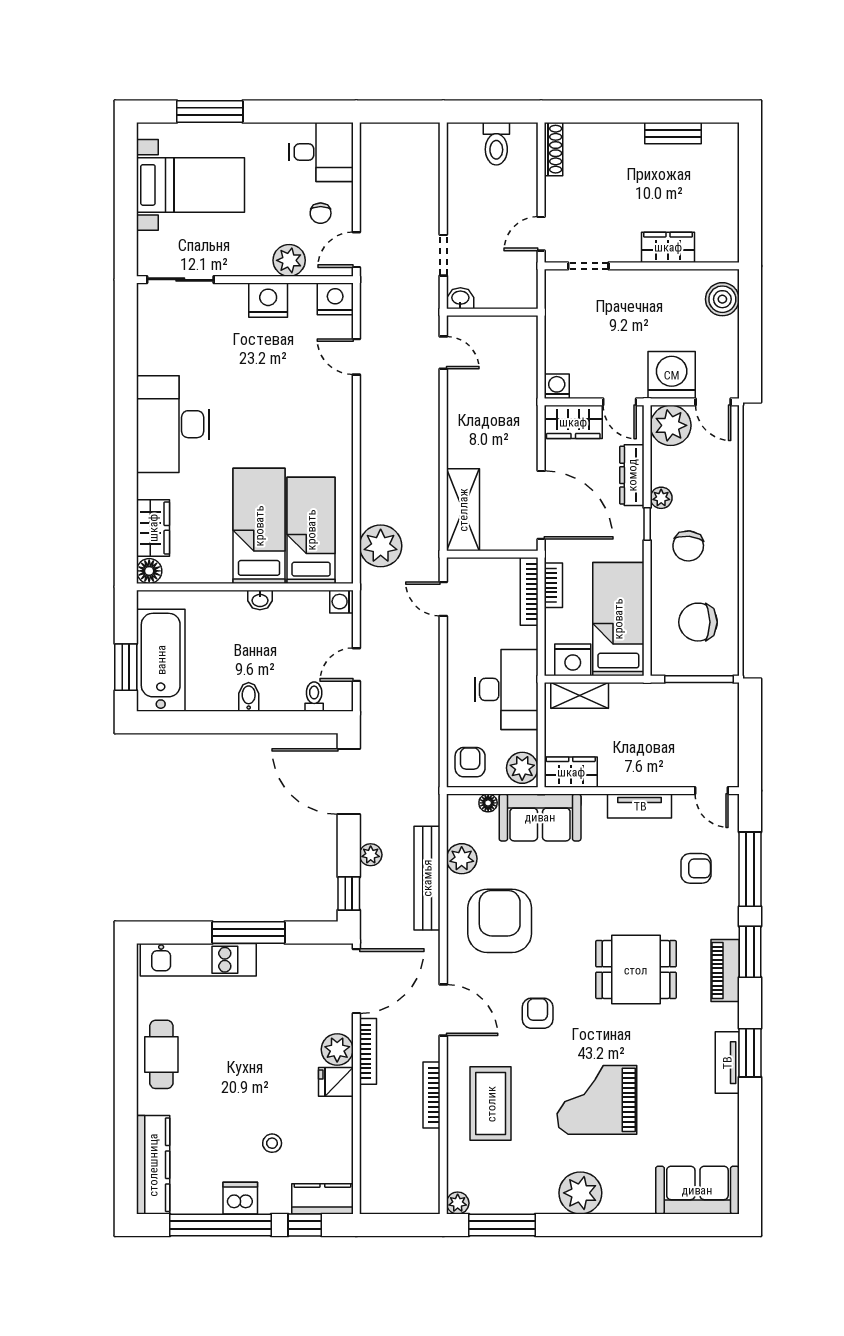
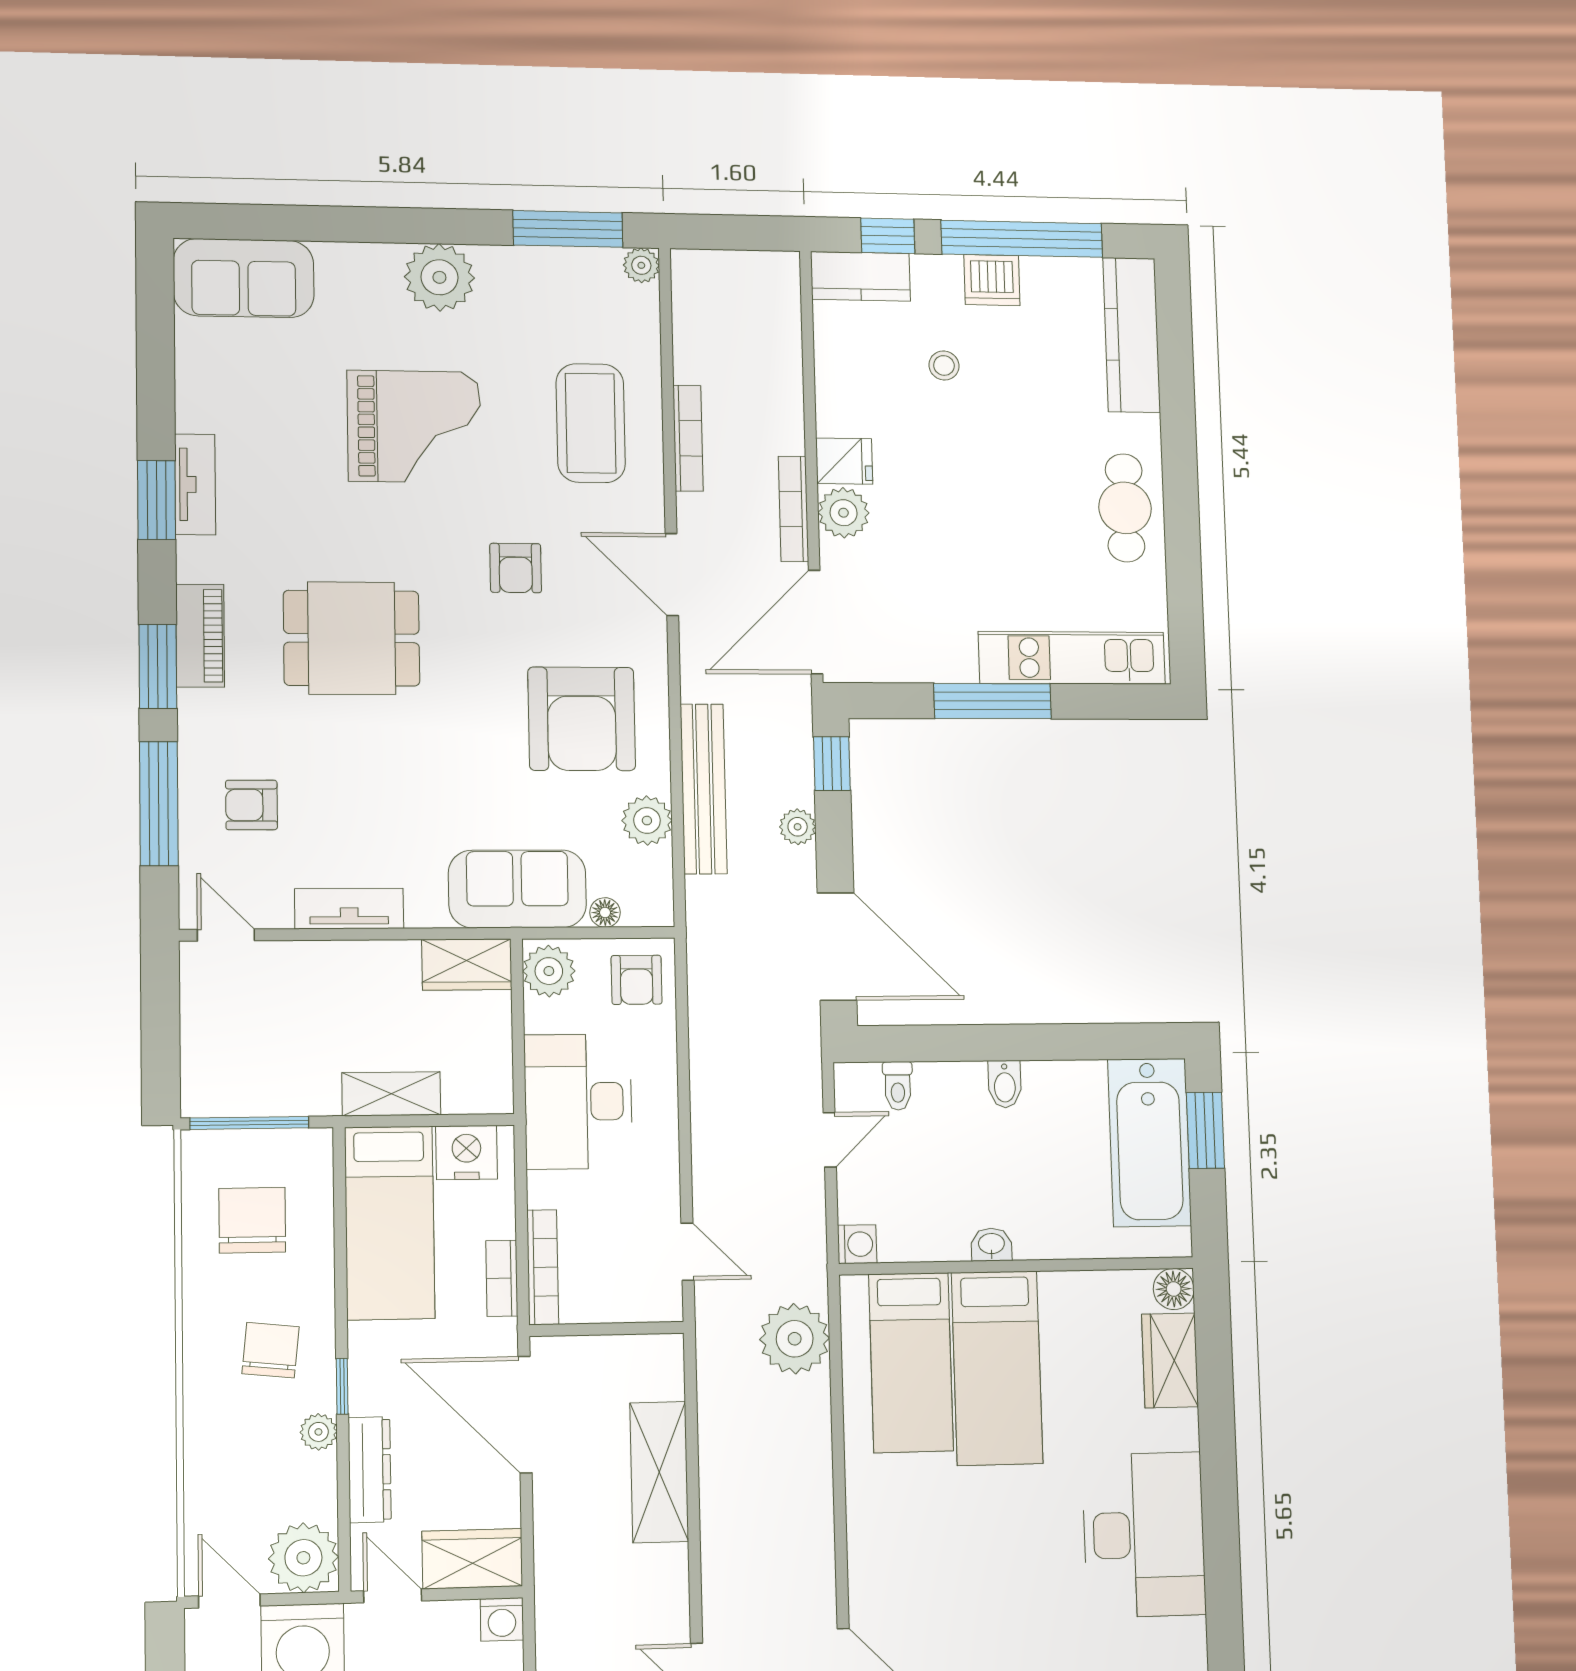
shelving: (463, 510) -> (659, 1472), moved
chair: (698, 622) -> (252, 1220), turned -90
shelving: (580, 695) -> (391, 1094), moved

